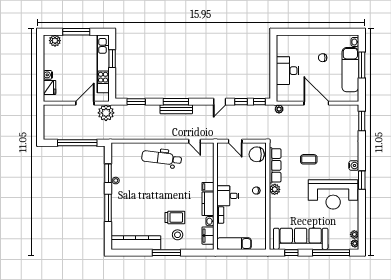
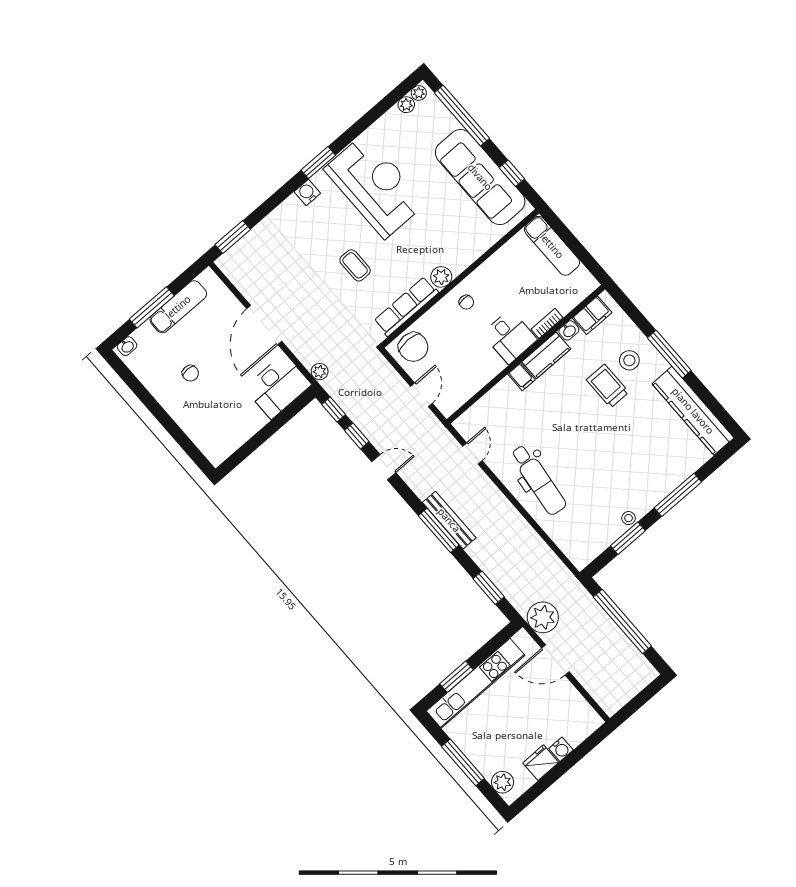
exam couch: (350, 70) -> (178, 307), width x0.73, depth x0.69
desk: (288, 71) -> (278, 386), moved
fridge: (49, 87) -> (541, 763), moved
exam couch: (234, 244) -> (552, 246), moved

